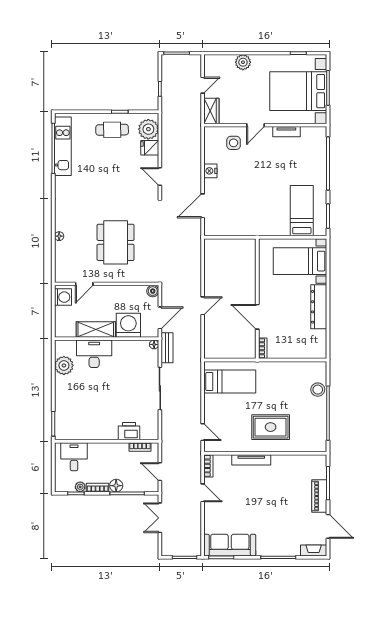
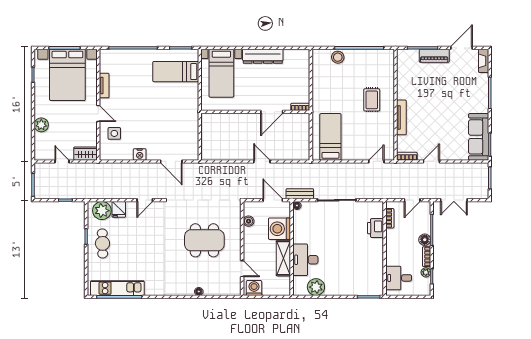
boiler: (153, 291) -> (249, 221), moved
rug: (271, 427) -> (372, 100), width x0.73, depth x0.70

